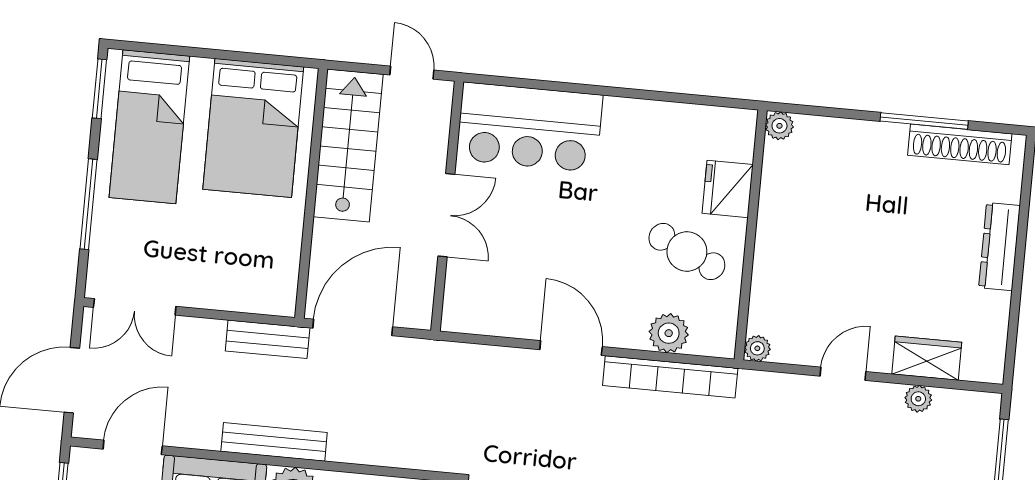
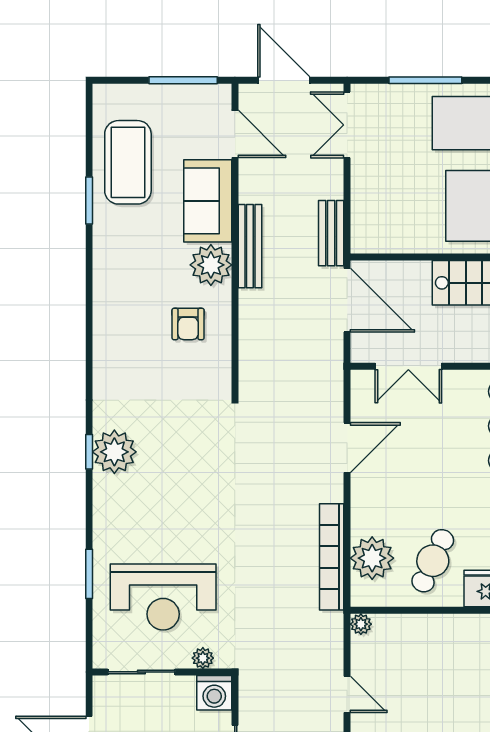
double door: (446, 215) -> (408, 366), moved
plant: (669, 333) -> (372, 558), width x1.36, depth x1.36
door: (571, 348) -> (347, 448), moved

